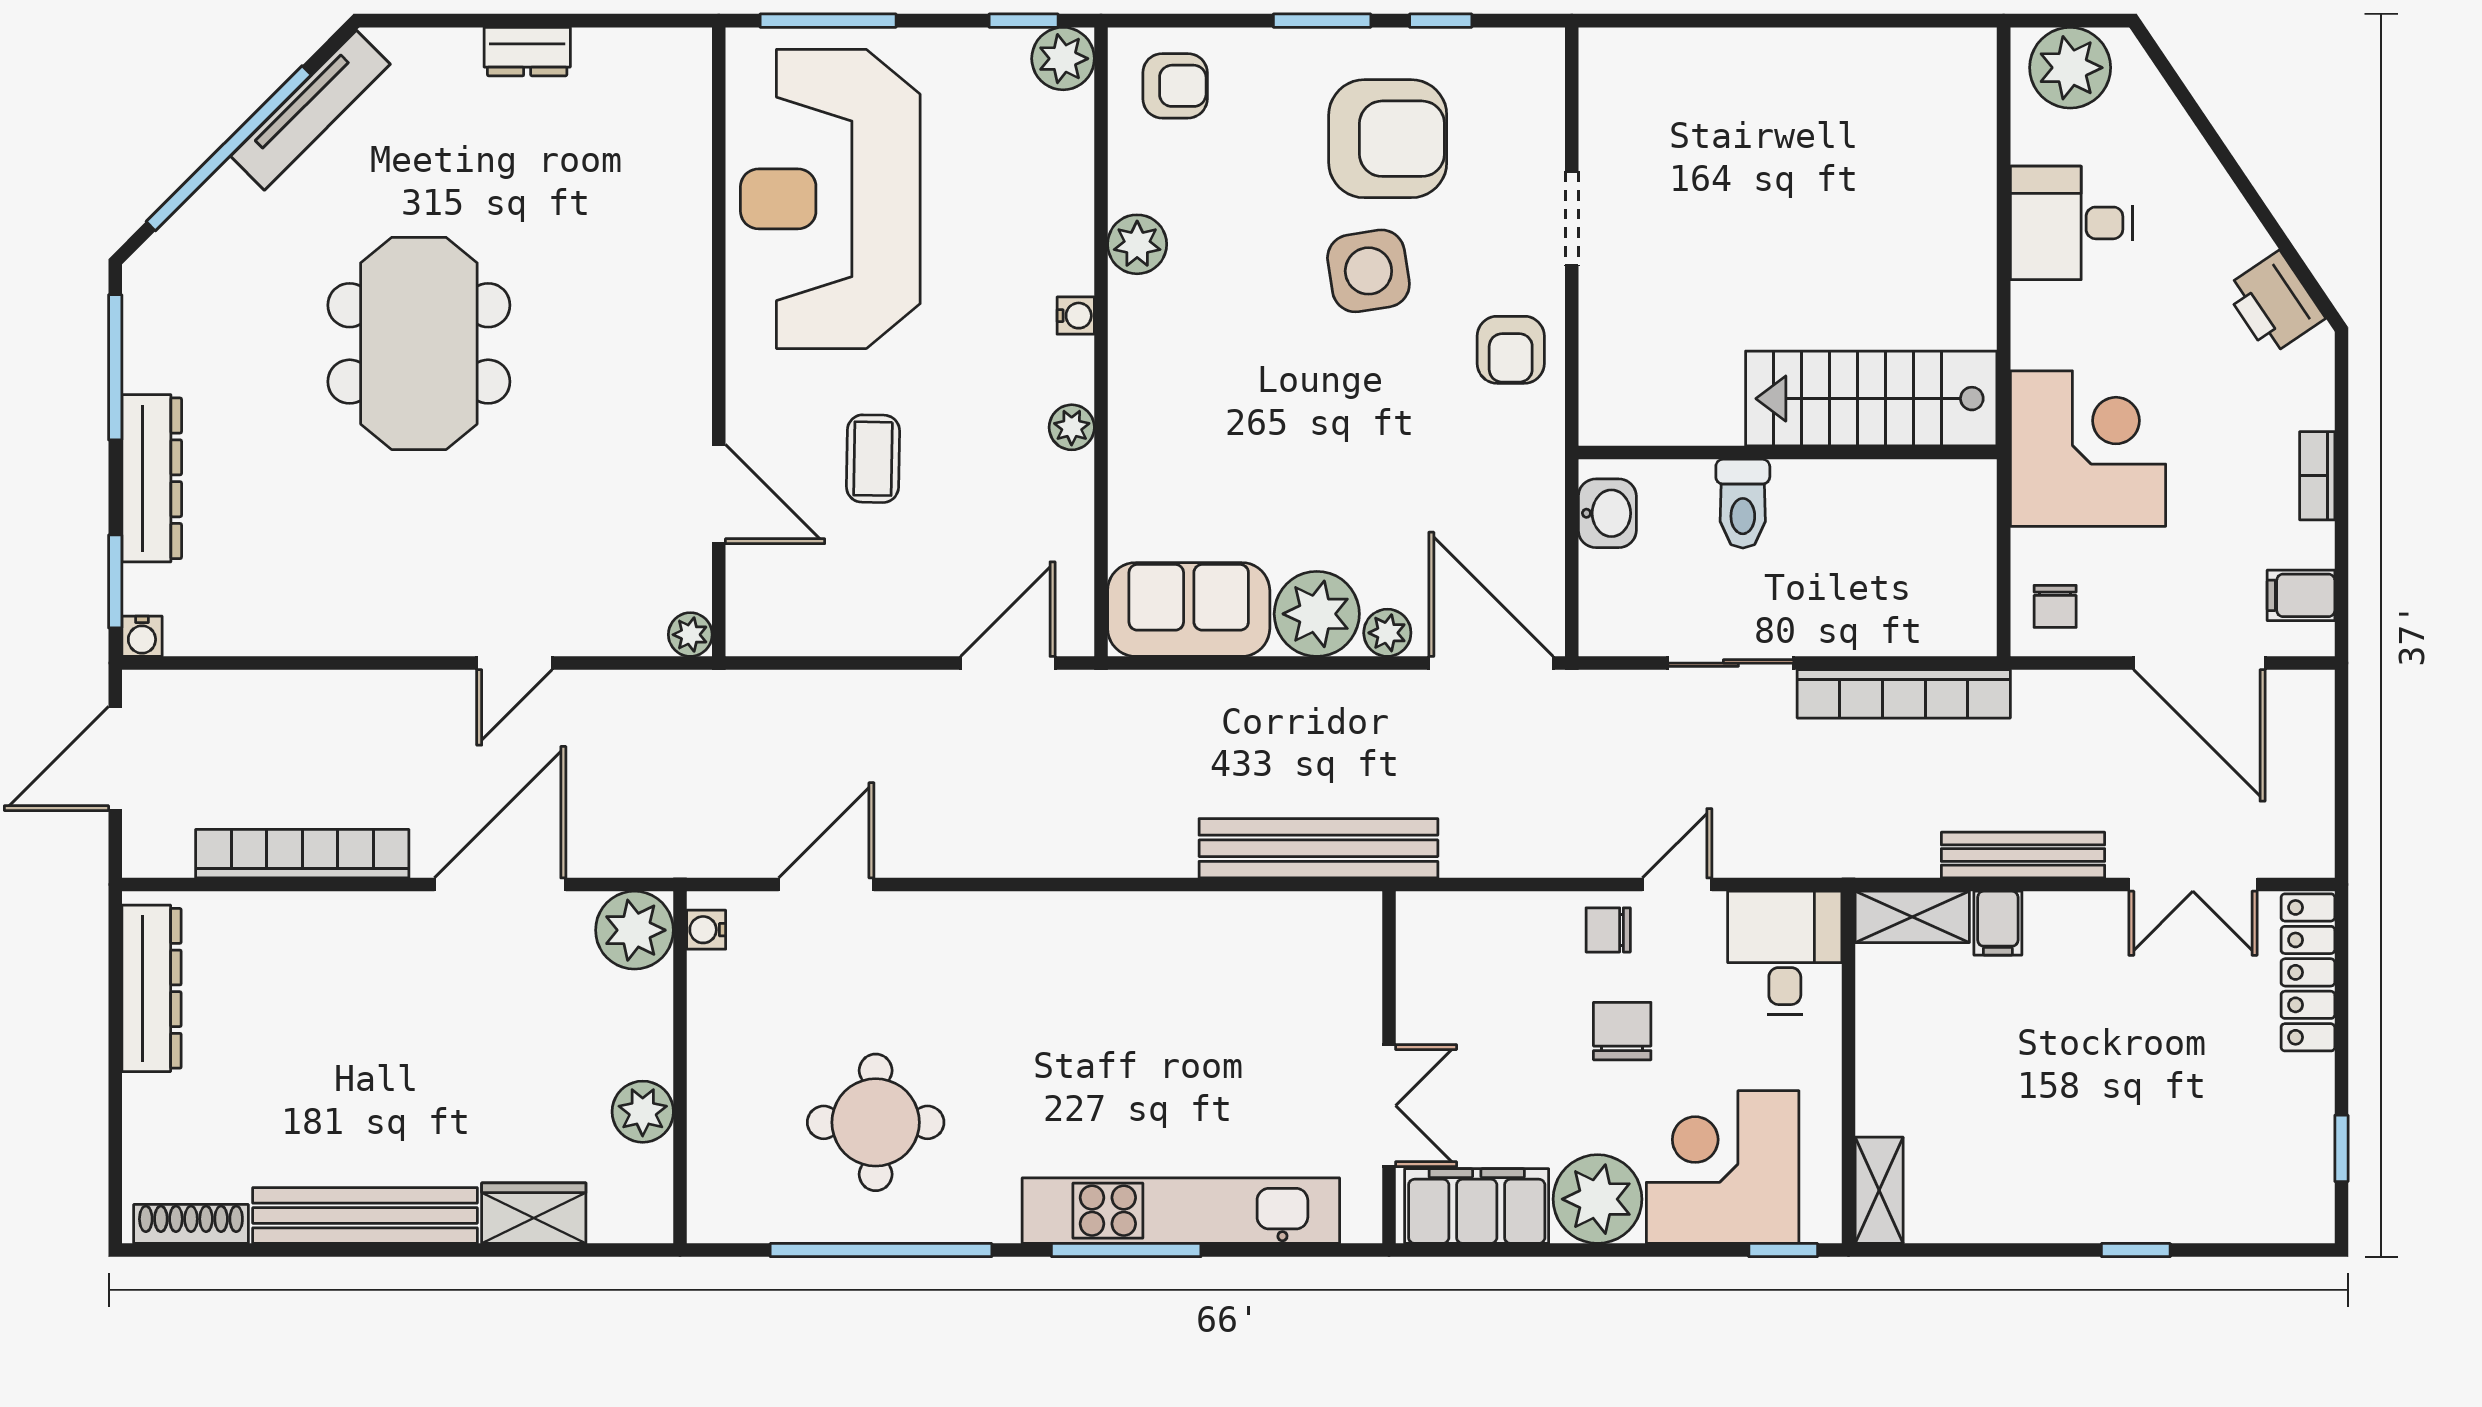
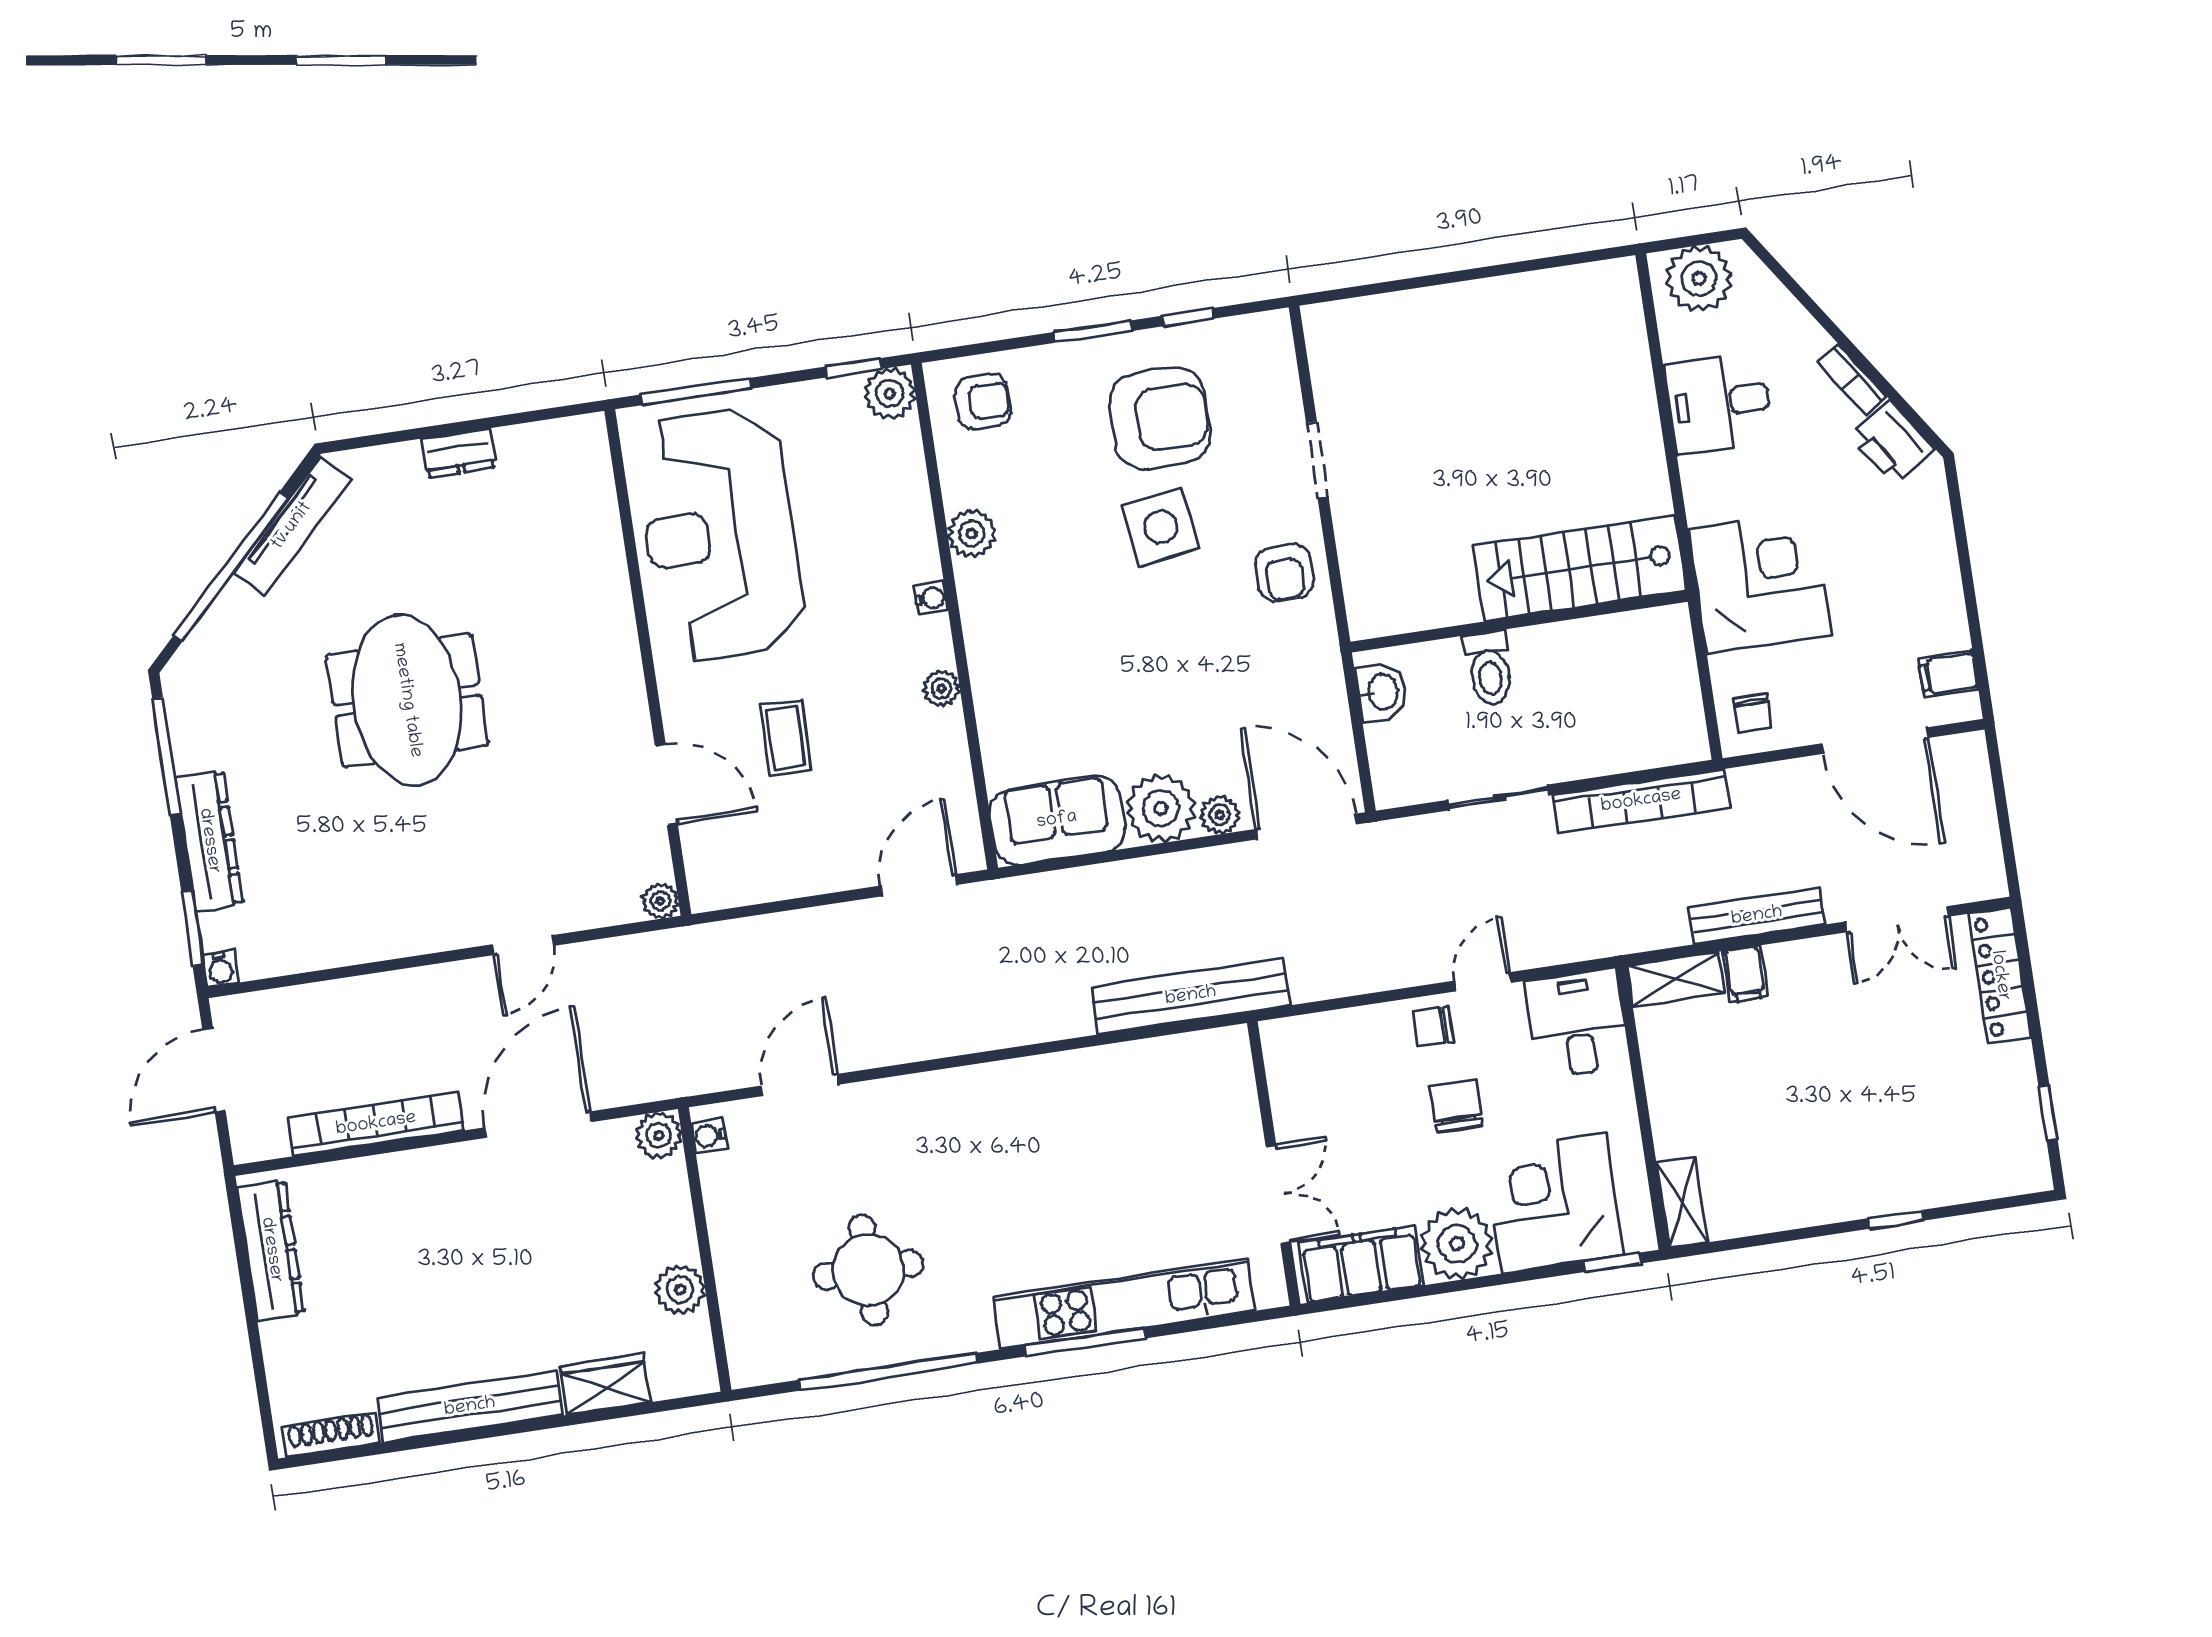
bookcase: (2317, 476) -> (1852, 380), moved, turned -34
plant: (634, 930) -> (659, 1135), width x0.73, depth x0.73

